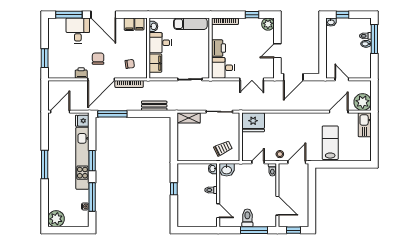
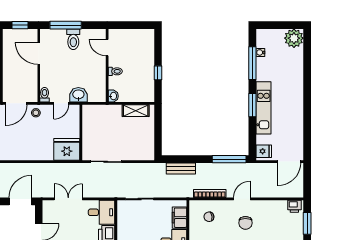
printer: (81, 73) -> (294, 206), moved
door: (101, 79) -> (242, 199), width x0.53
shelving: (189, 118) -> (136, 111), moved
trolley: (223, 148) -> (101, 120), removed
kitchen unit: (82, 158) -> (264, 108), width x0.73
window: (45, 164) -> (307, 101), removed
washbasin: (227, 170) -> (78, 95), moved

